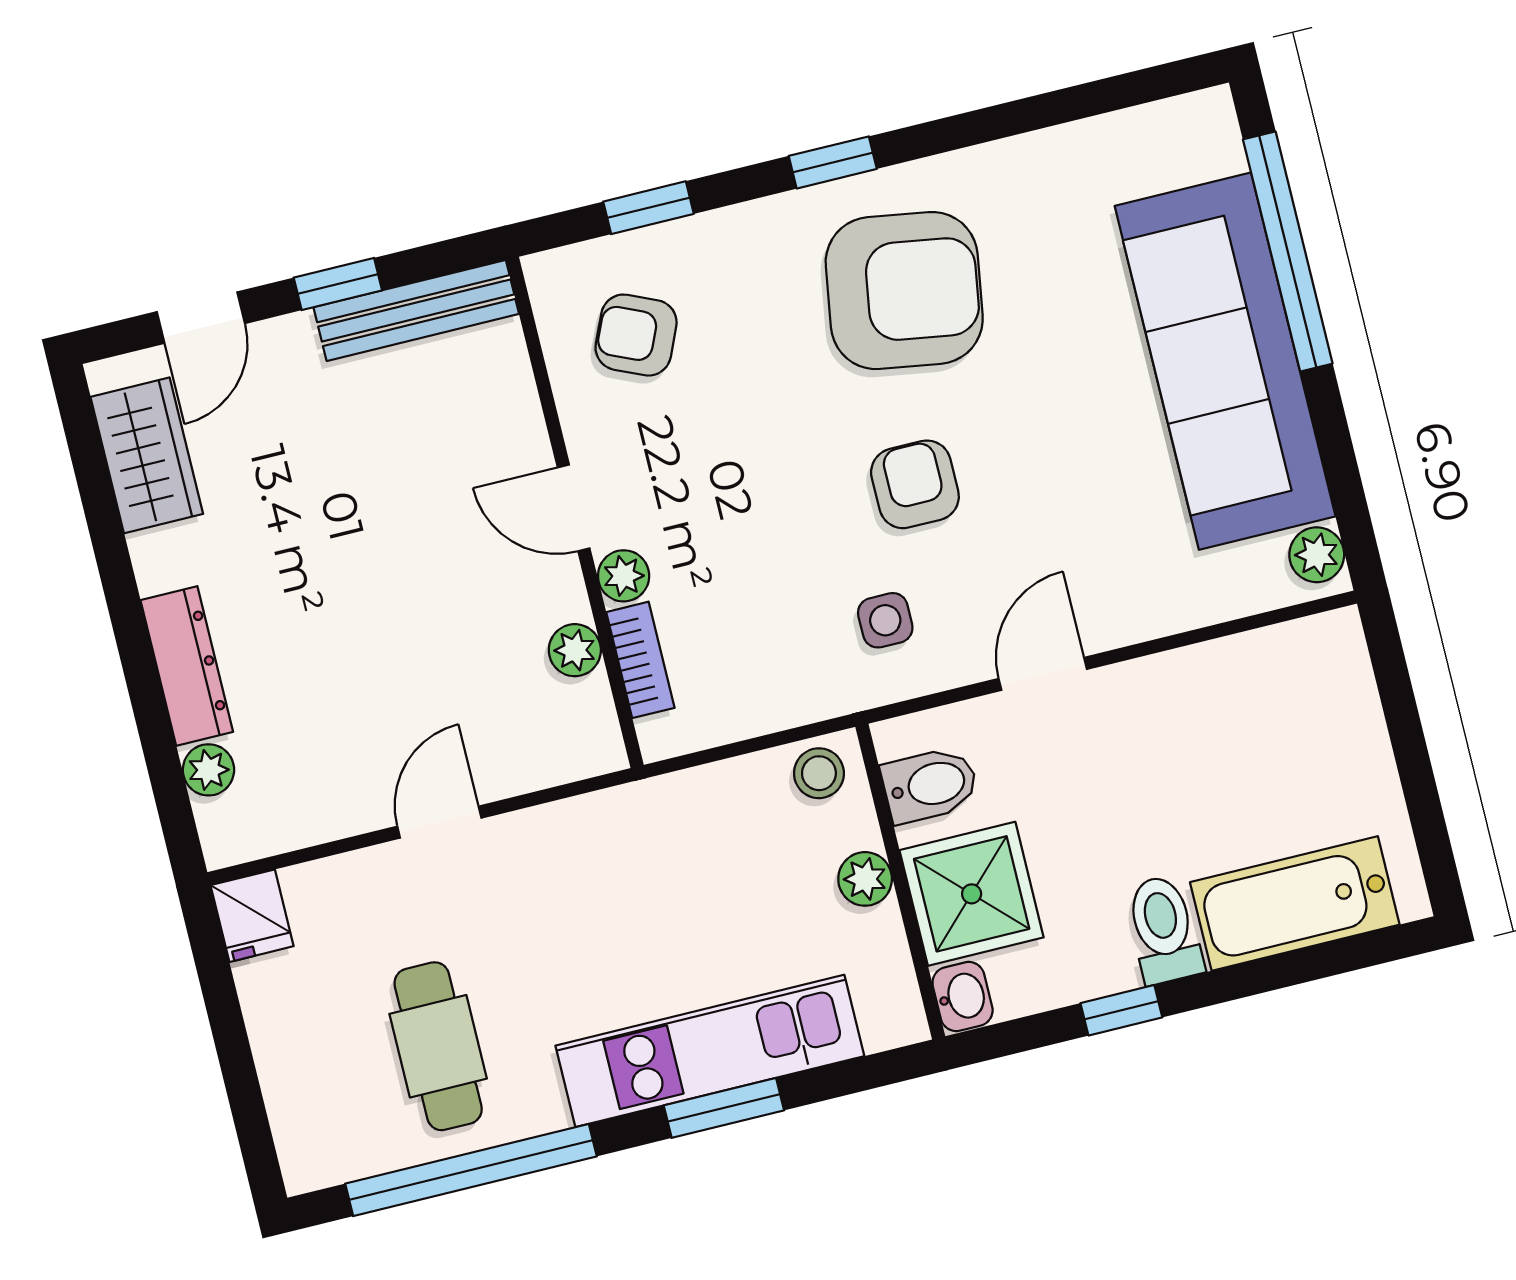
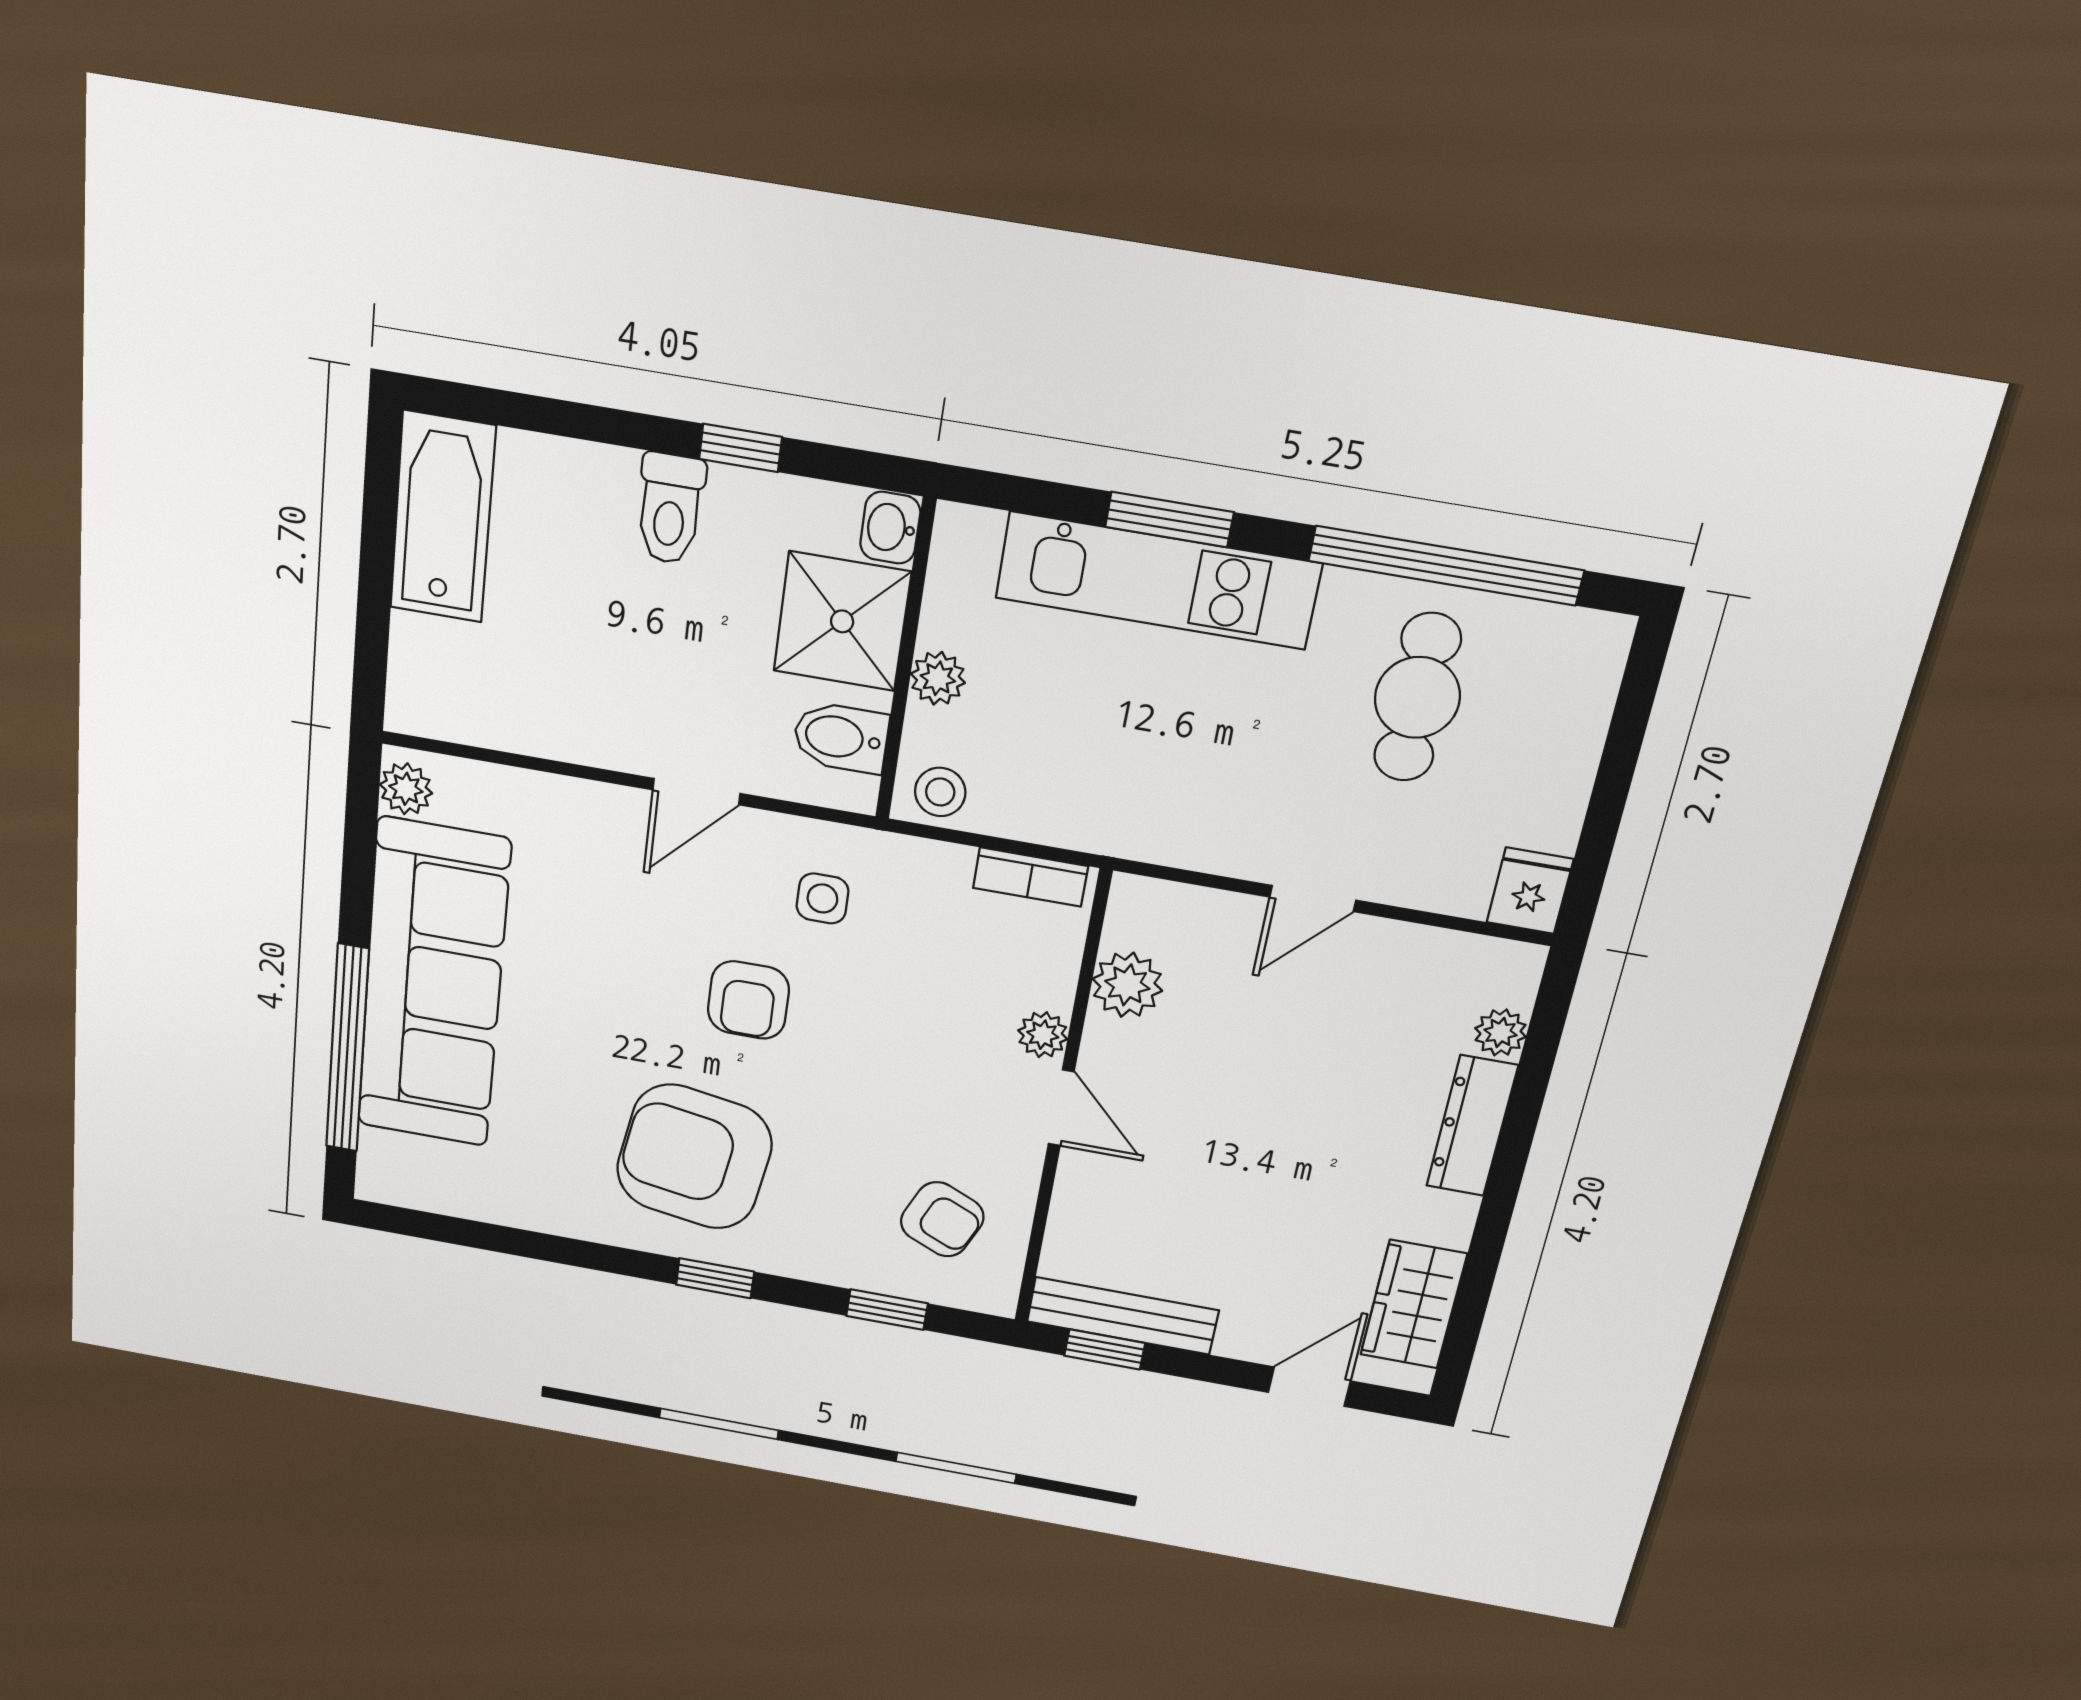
window: (338, 284) -> (1105, 1349), moved
plant: (575, 650) -> (1127, 985), width x1.38, depth x1.38
bookcase: (640, 660) -> (1030, 877), moved, turned -90
bathtub: (1295, 903) -> (443, 517), moved, turned -90

